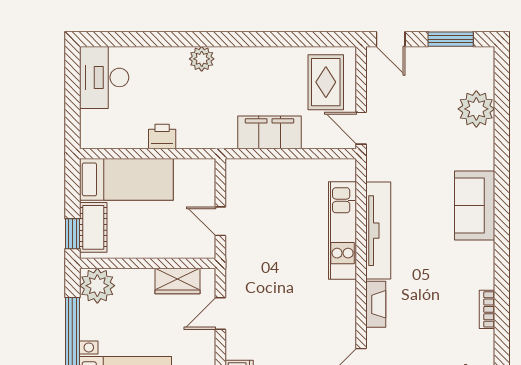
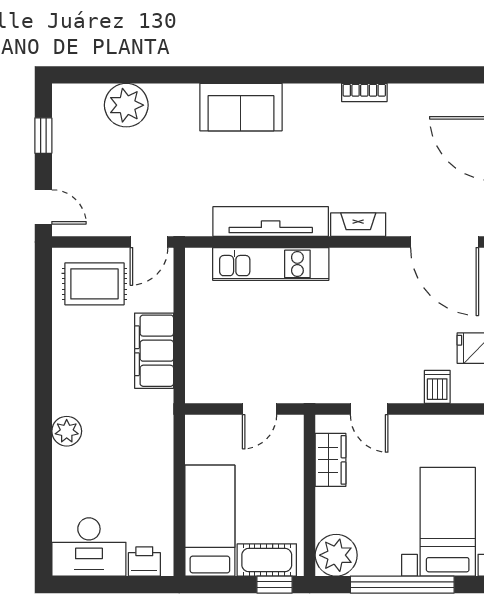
door: (391, 39) -> (43, 207), hinge flipped
window: (451, 39) -> (43, 136), width x0.67
printer: (162, 137) -> (144, 561), moved, turned 90

